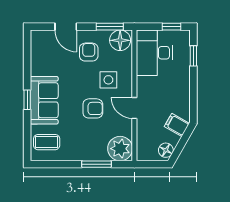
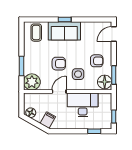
door: (66, 27) -> (114, 34), moved
desk: (154, 53) -> (83, 105), moved
armchair: (93, 108) -> (59, 64), turned -90

